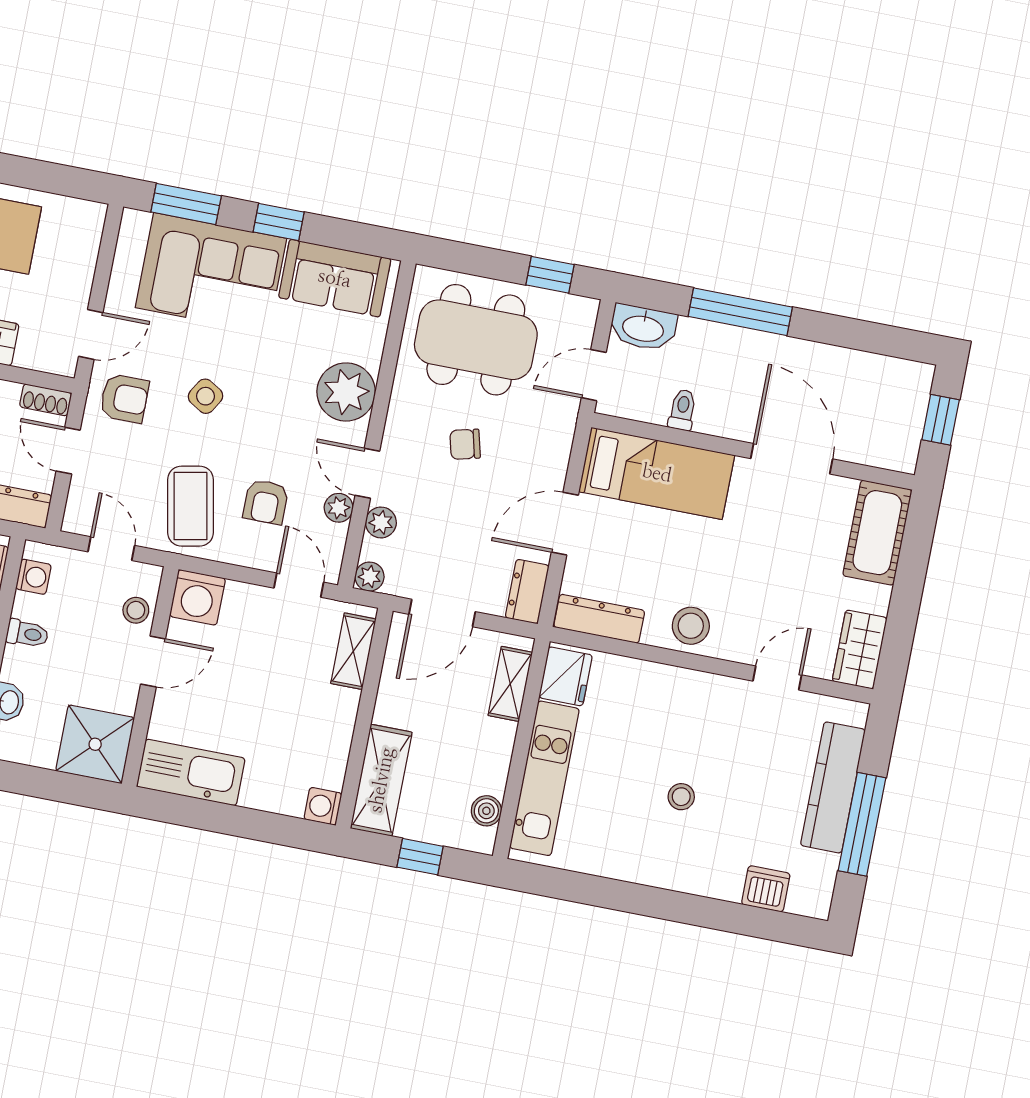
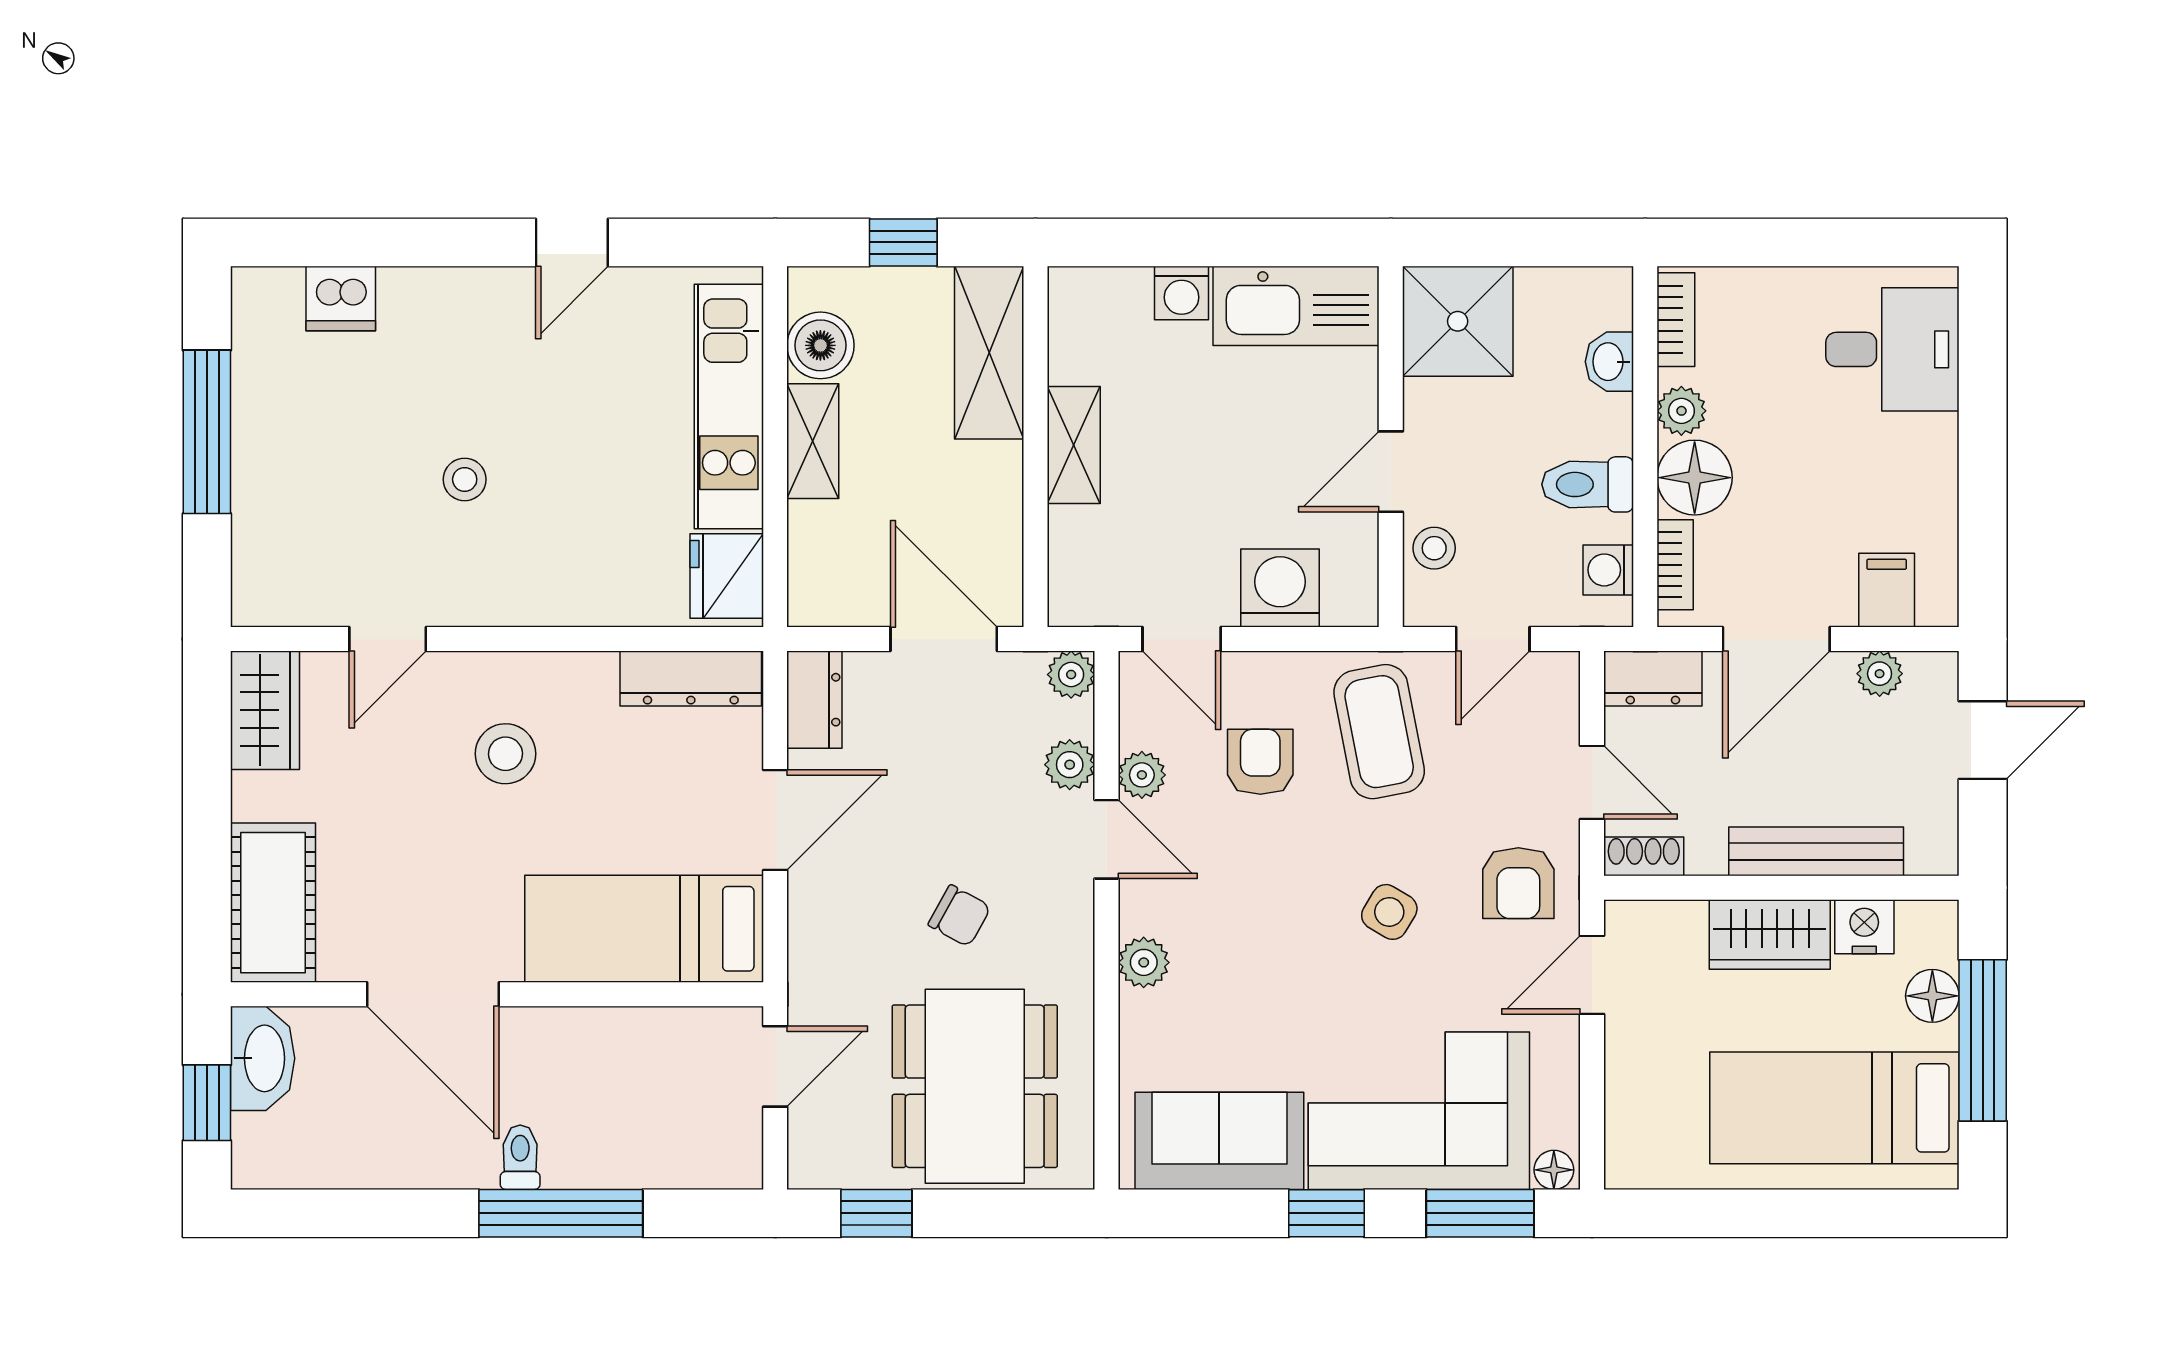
floor lamp: (137, 221) -> (1554, 1170), added
washbasin: (643, 328) -> (263, 1058), moved, turned 90
dining table: (476, 340) -> (975, 1086), turned 90
plant: (346, 392) -> (1144, 962), width x0.53, depth x0.53
armchair: (124, 398) -> (1518, 883), turned -90
toilet: (682, 410) -> (520, 1157), moved, turned 180
chair: (465, 444) -> (959, 916), turned 43
door: (111, 549) -> (1493, 639), hinge flipped
washing machine: (197, 597) -> (1280, 588), moved
door: (442, 613) -> (944, 639), hinge flipped
stool: (691, 626) -> (505, 754), moved
toilet: (27, 634) -> (1588, 484), width x1.37, depth x1.39
shelving: (353, 651) -> (1074, 445), moved
shelving: (510, 684) -> (813, 441), moved
kitchen counter: (833, 787) -> (265, 481), removed
stool: (681, 797) -> (465, 479), moved
washing machine: (323, 806) -> (1182, 293), moved, turned 90
boiler: (486, 811) -> (820, 345), width x1.36, depth x1.36
door: (620, 896) -> (572, 242), added

